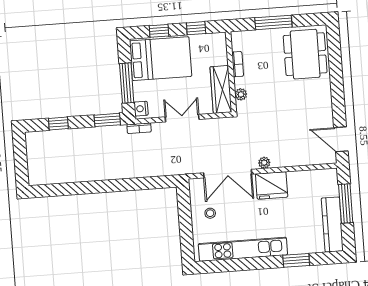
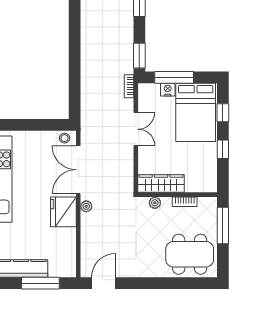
bookcase: (238, 64) -> (185, 202), moved
wall: (231, 72) -> (178, 195), moved
wardrobe: (221, 89) -> (161, 184), moved
plant: (241, 94) -> (155, 203), moved
nightstand: (141, 109) -> (168, 90), moved
stool: (210, 213) -> (65, 138), moved

